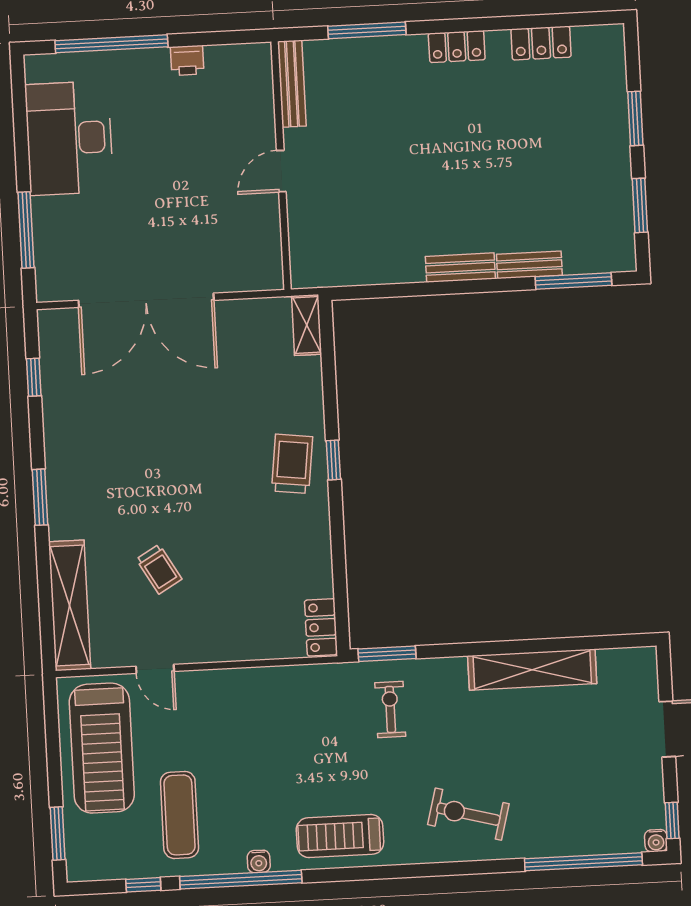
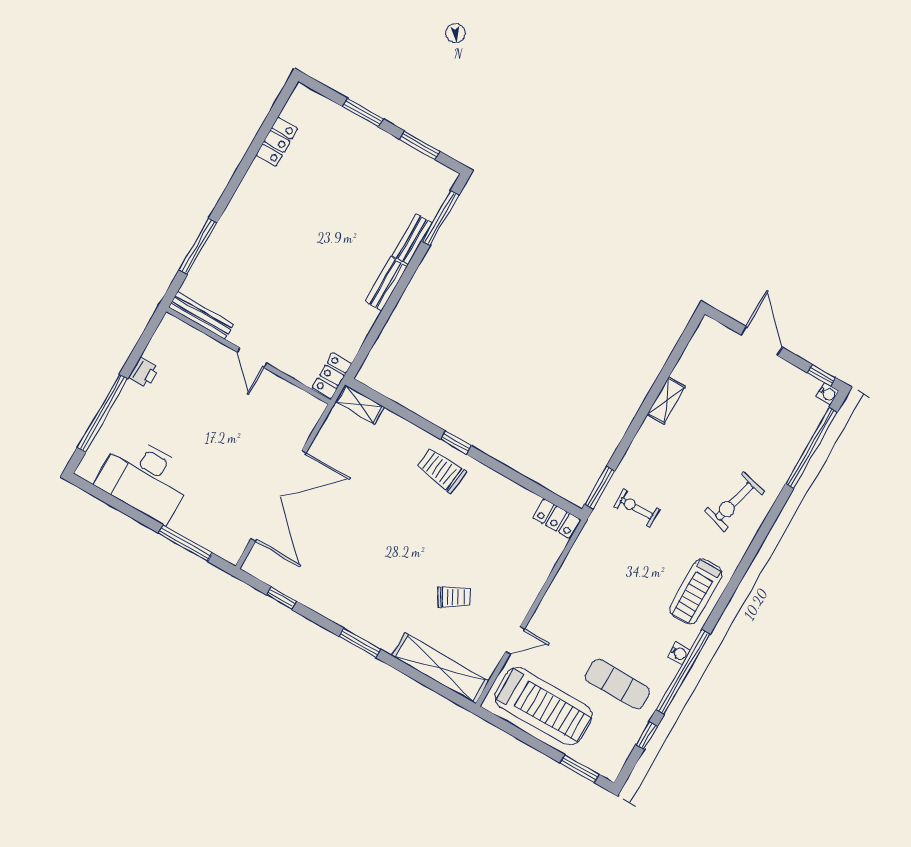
locker: (457, 47) -> (332, 376), moved, turned 180
shelving: (532, 670) -> (666, 401), width x0.45, depth x0.75

